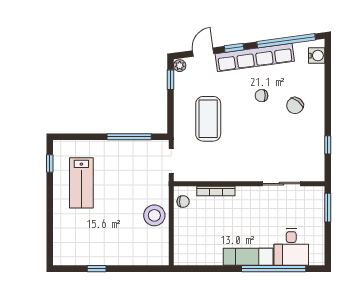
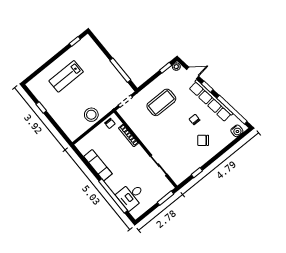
lab bench: (81, 183) -> (66, 76), moved
exam couch: (248, 257) -> (98, 165), moved

